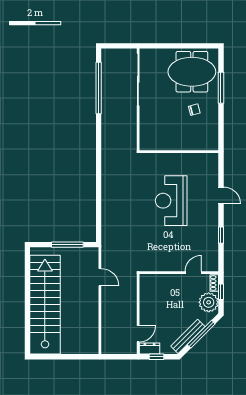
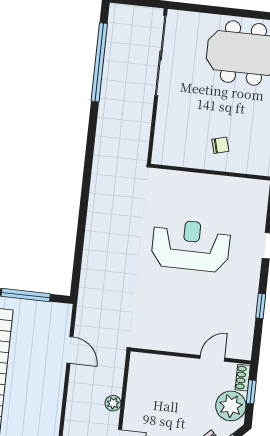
chair: (194, 110) -> (220, 145), moved
reception desk: (171, 201) -> (191, 245), turned 90
plant: (132, 309) -> (113, 403), added

